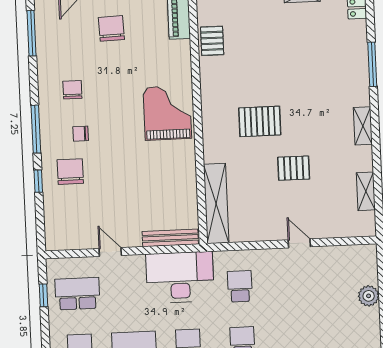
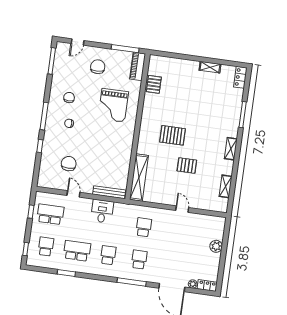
grand piano: (167, 113) -> (113, 105), moved, turned 180
chair: (70, 172) -> (69, 164), moved
desk: (180, 277) -> (102, 211), width x0.53, depth x0.77

